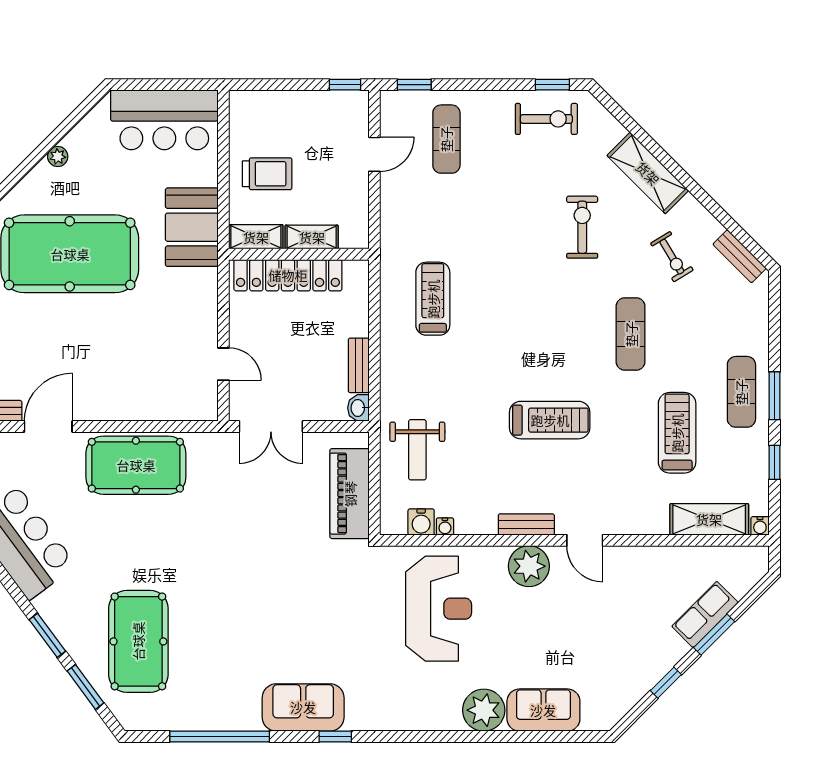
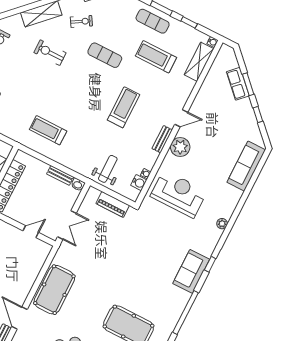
weight bench: (417, 450) -> (108, 169), turned -90
piano: (350, 494) -> (113, 204), width x0.73, depth x0.75
plant: (484, 710) -> (222, 224), moved, width x0.53, depth x0.53
sofa: (543, 710) -> (246, 166), width x1.36

